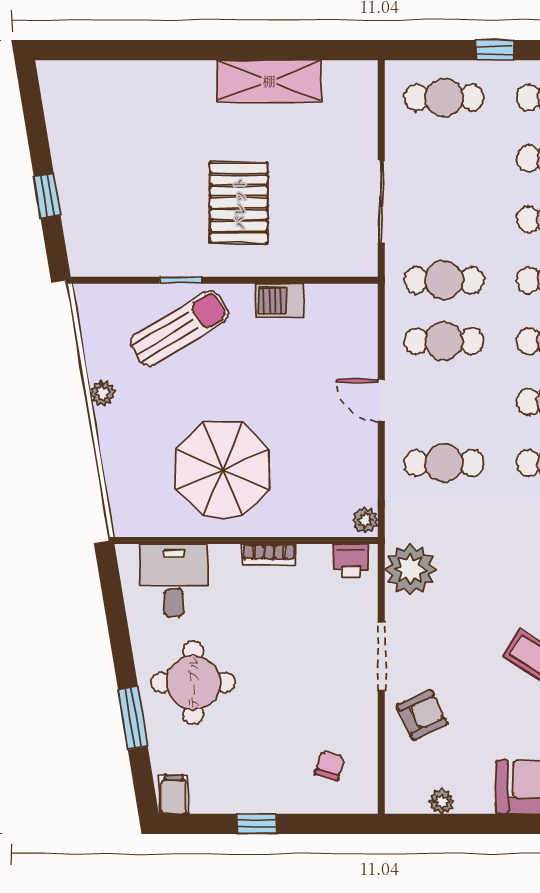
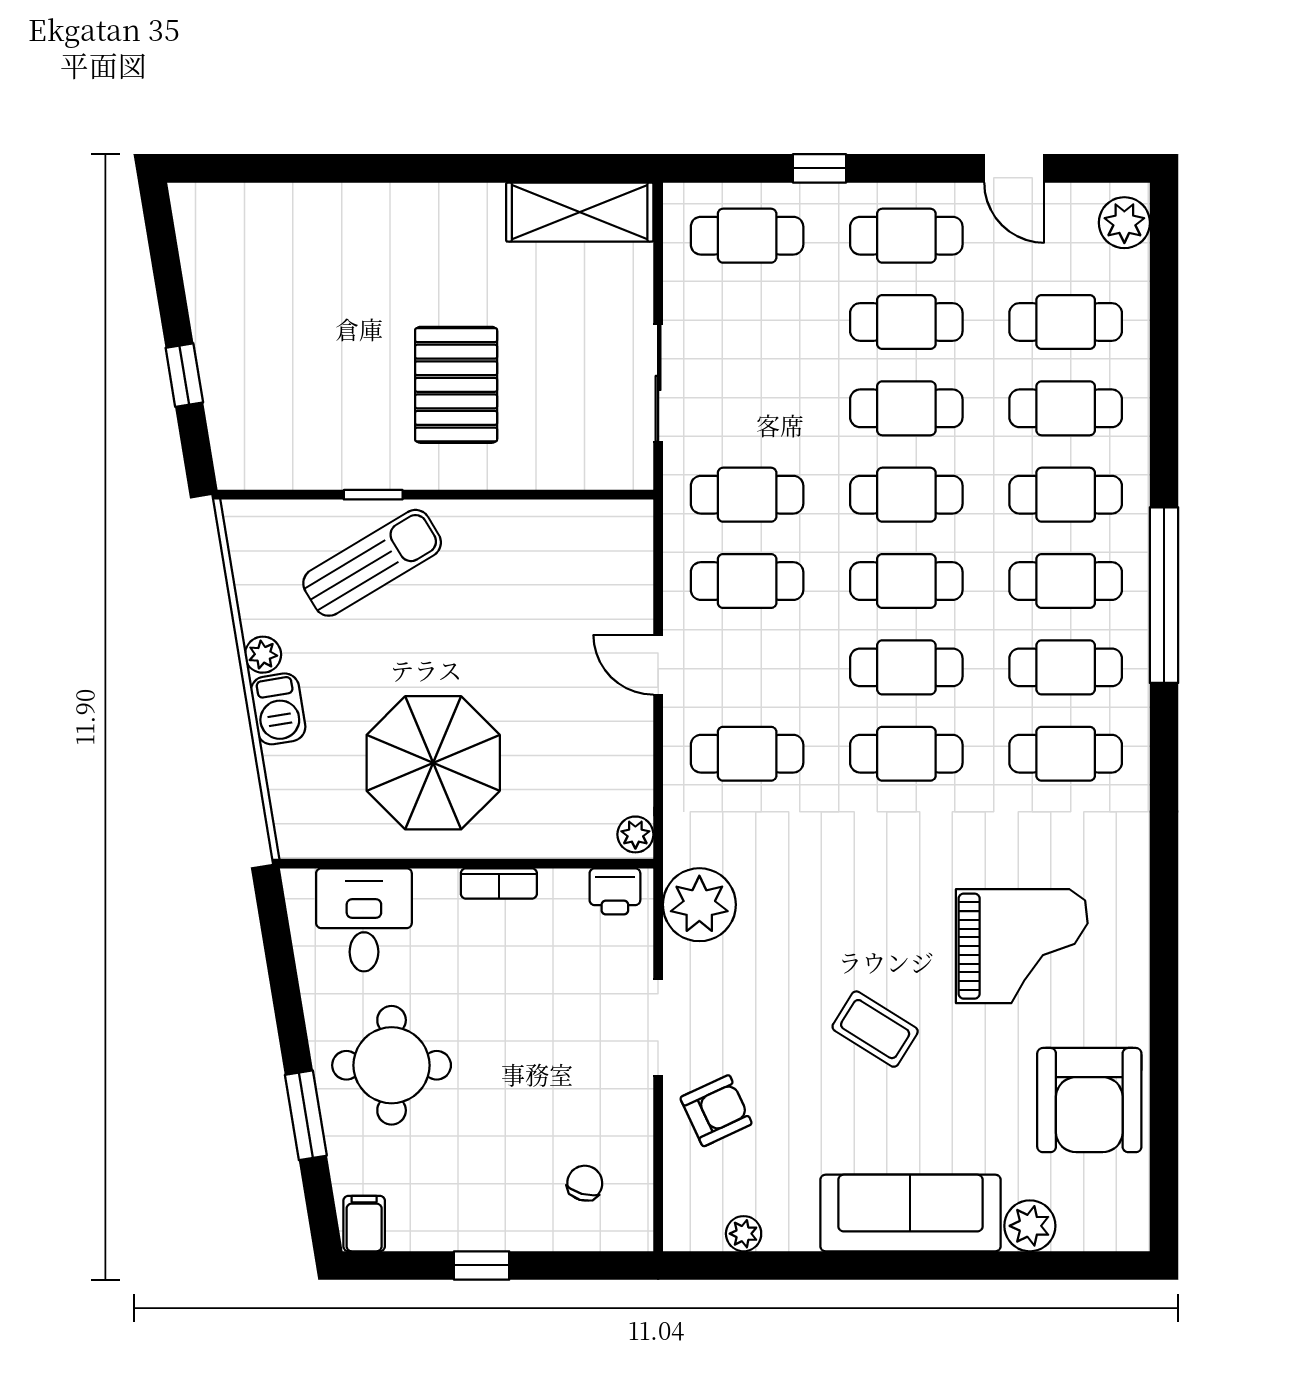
shelving: (269, 81) -> (580, 212), moved
barbecue: (279, 301) -> (278, 709), moved, turned -99

